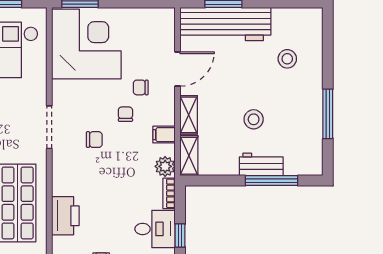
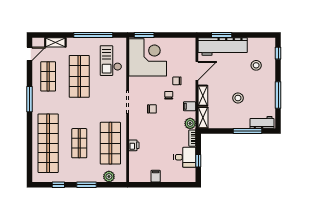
window: (328, 36) -> (278, 53), added
workbench: (261, 164) -> (262, 122), moved
printer: (65, 216) -> (134, 145), width x0.53, depth x0.68

